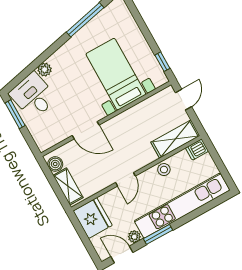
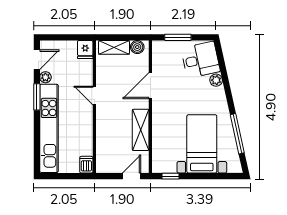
bed with nightstands: (116, 74) -> (202, 144), moved, turned -90
door: (184, 100) -> (132, 176), swing flipped
window: (15, 114) -> (178, 37), moved
shelving: (175, 139) -> (141, 130), moved
stool: (164, 170) -> (85, 130), removed
fridge: (93, 218) -> (85, 50), width x0.53, depth x0.75

